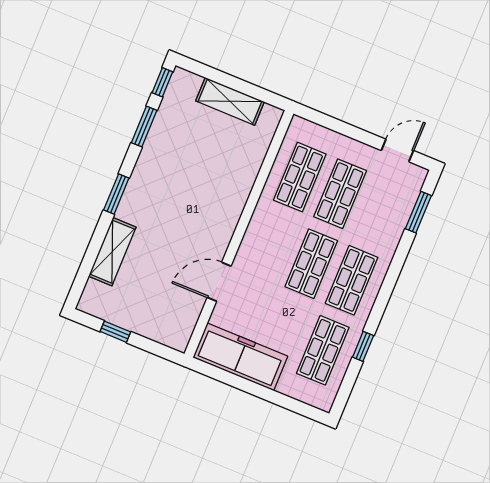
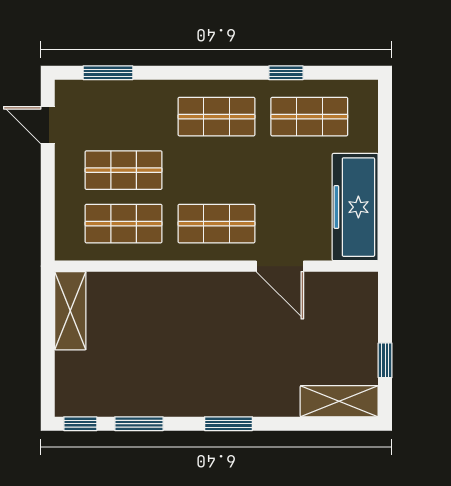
shelving: (230, 101) -> (70, 311), moved
shelving: (112, 252) -> (339, 401), moved
shop shelf: (311, 264) -> (216, 224), moved

